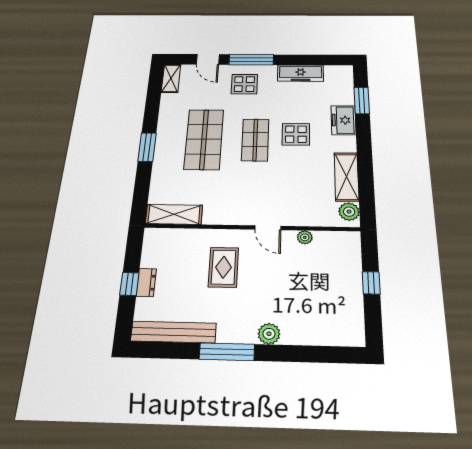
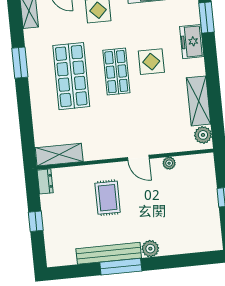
window: (147, 147) -> (20, 63), moved
dresser: (146, 283) -> (45, 181), moved
bench: (173, 332) -> (109, 253), moved

